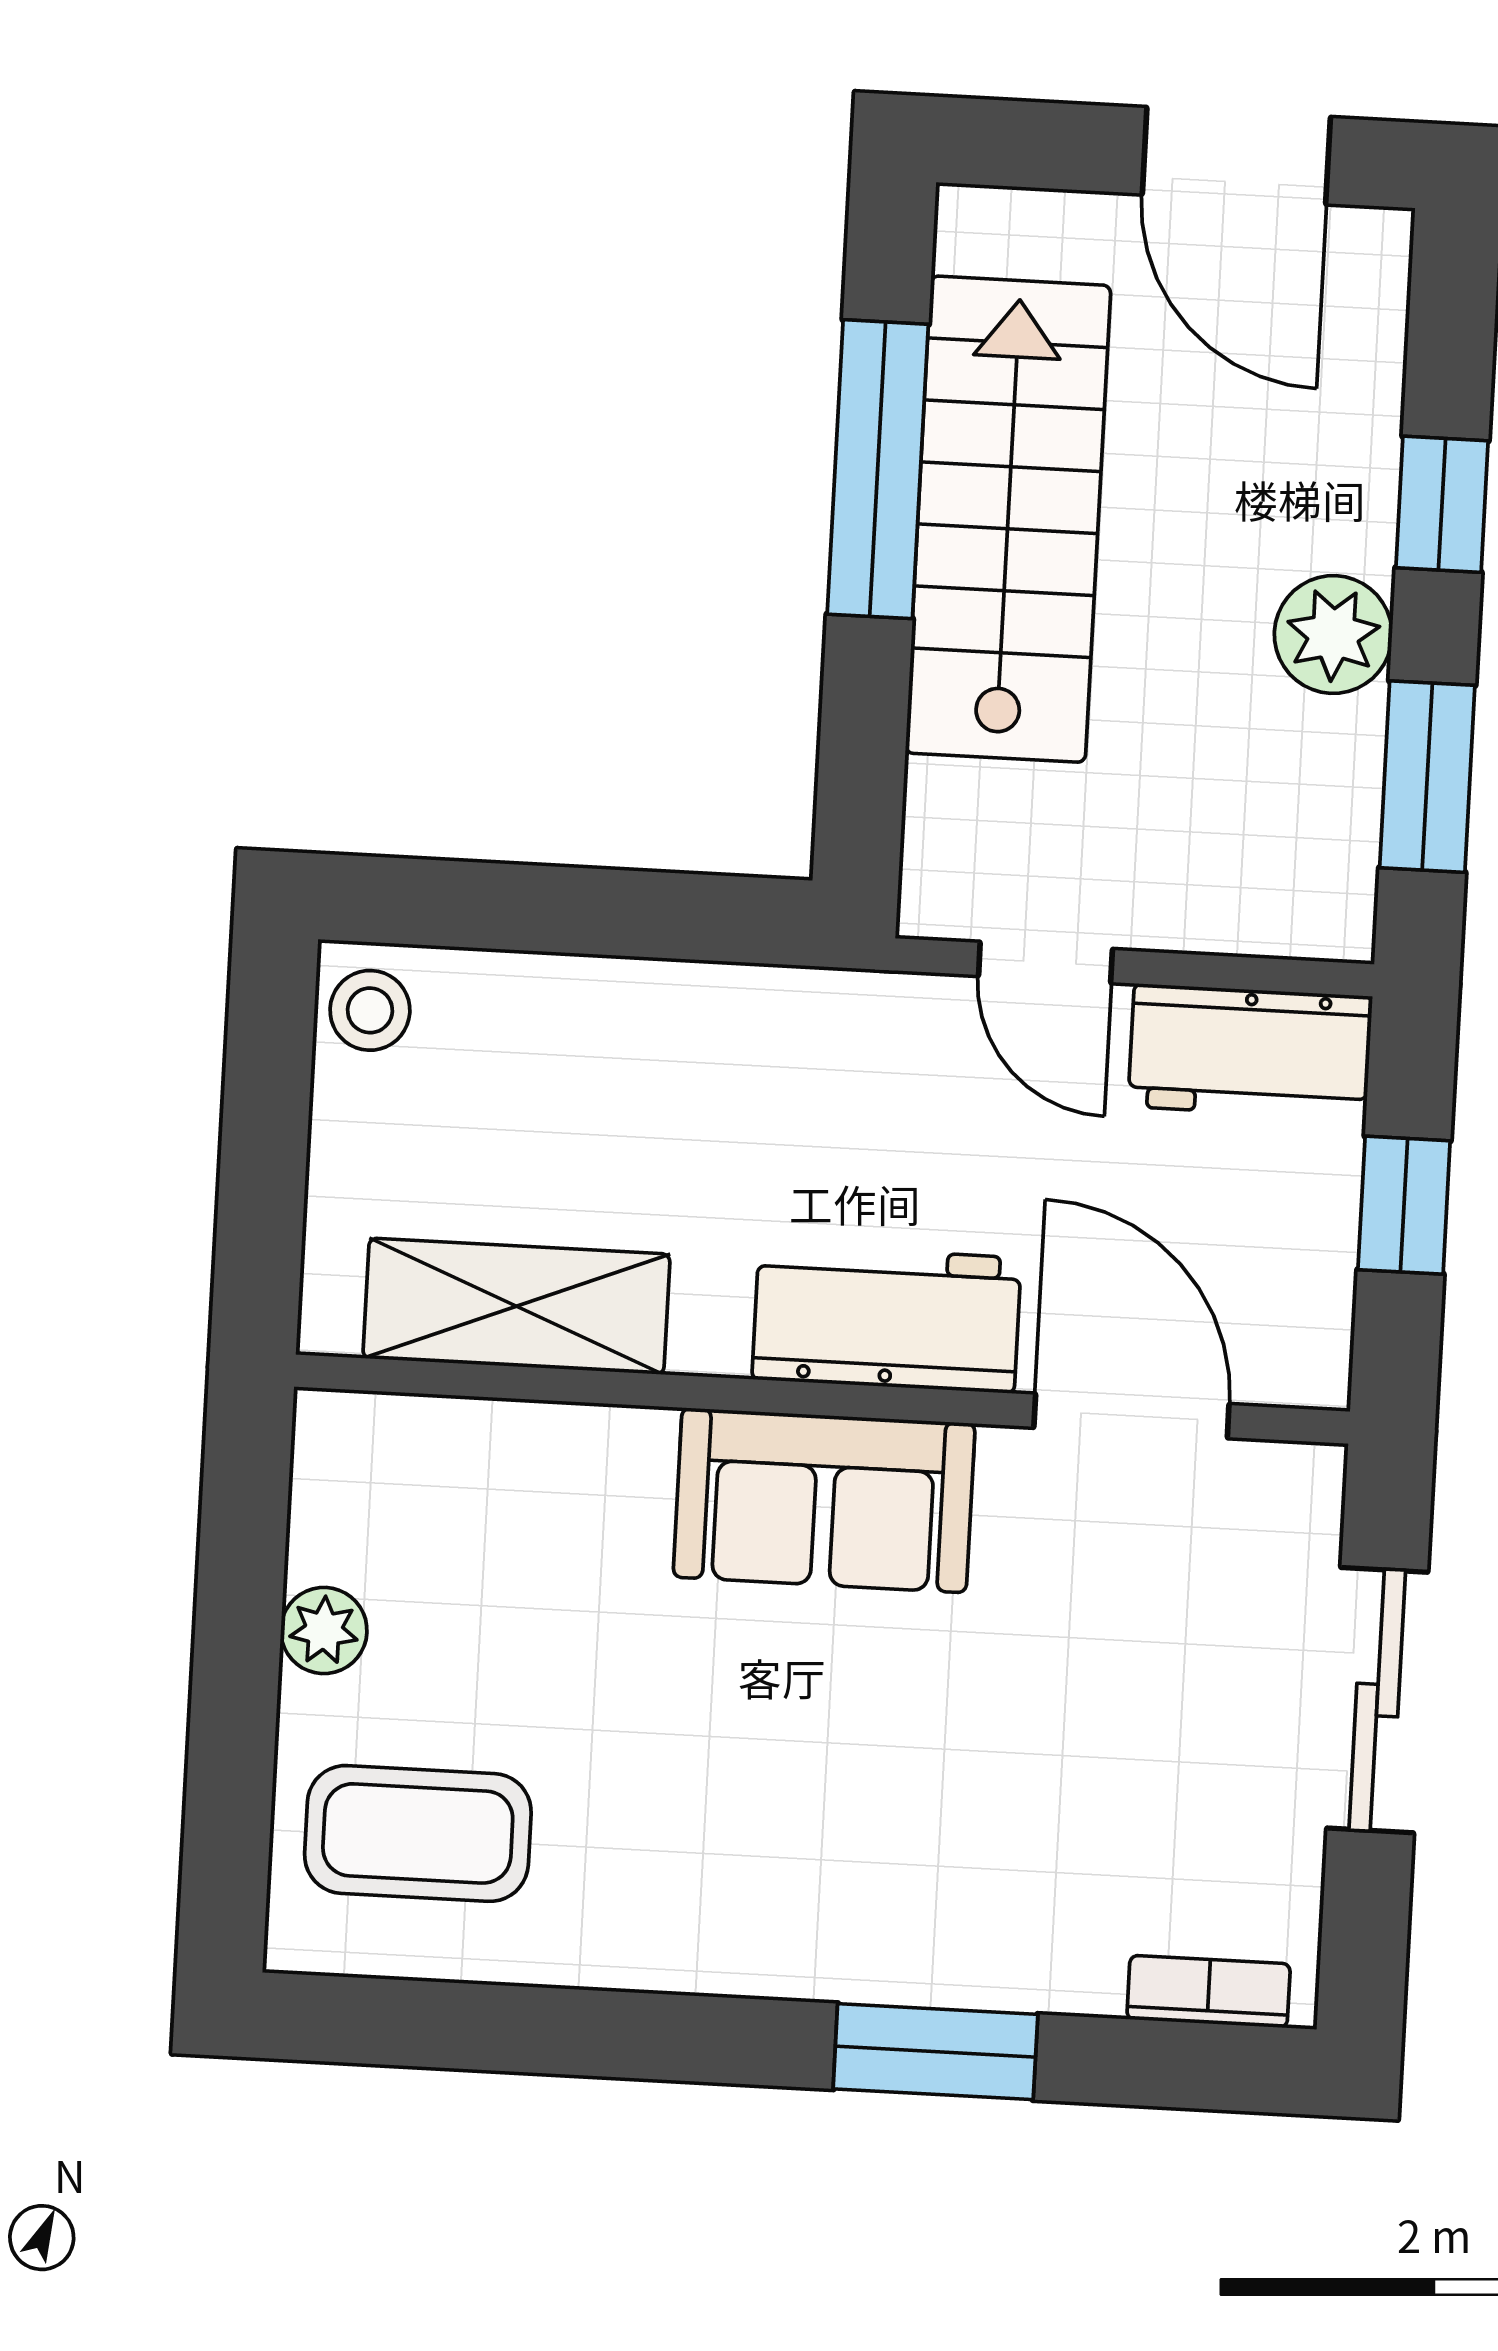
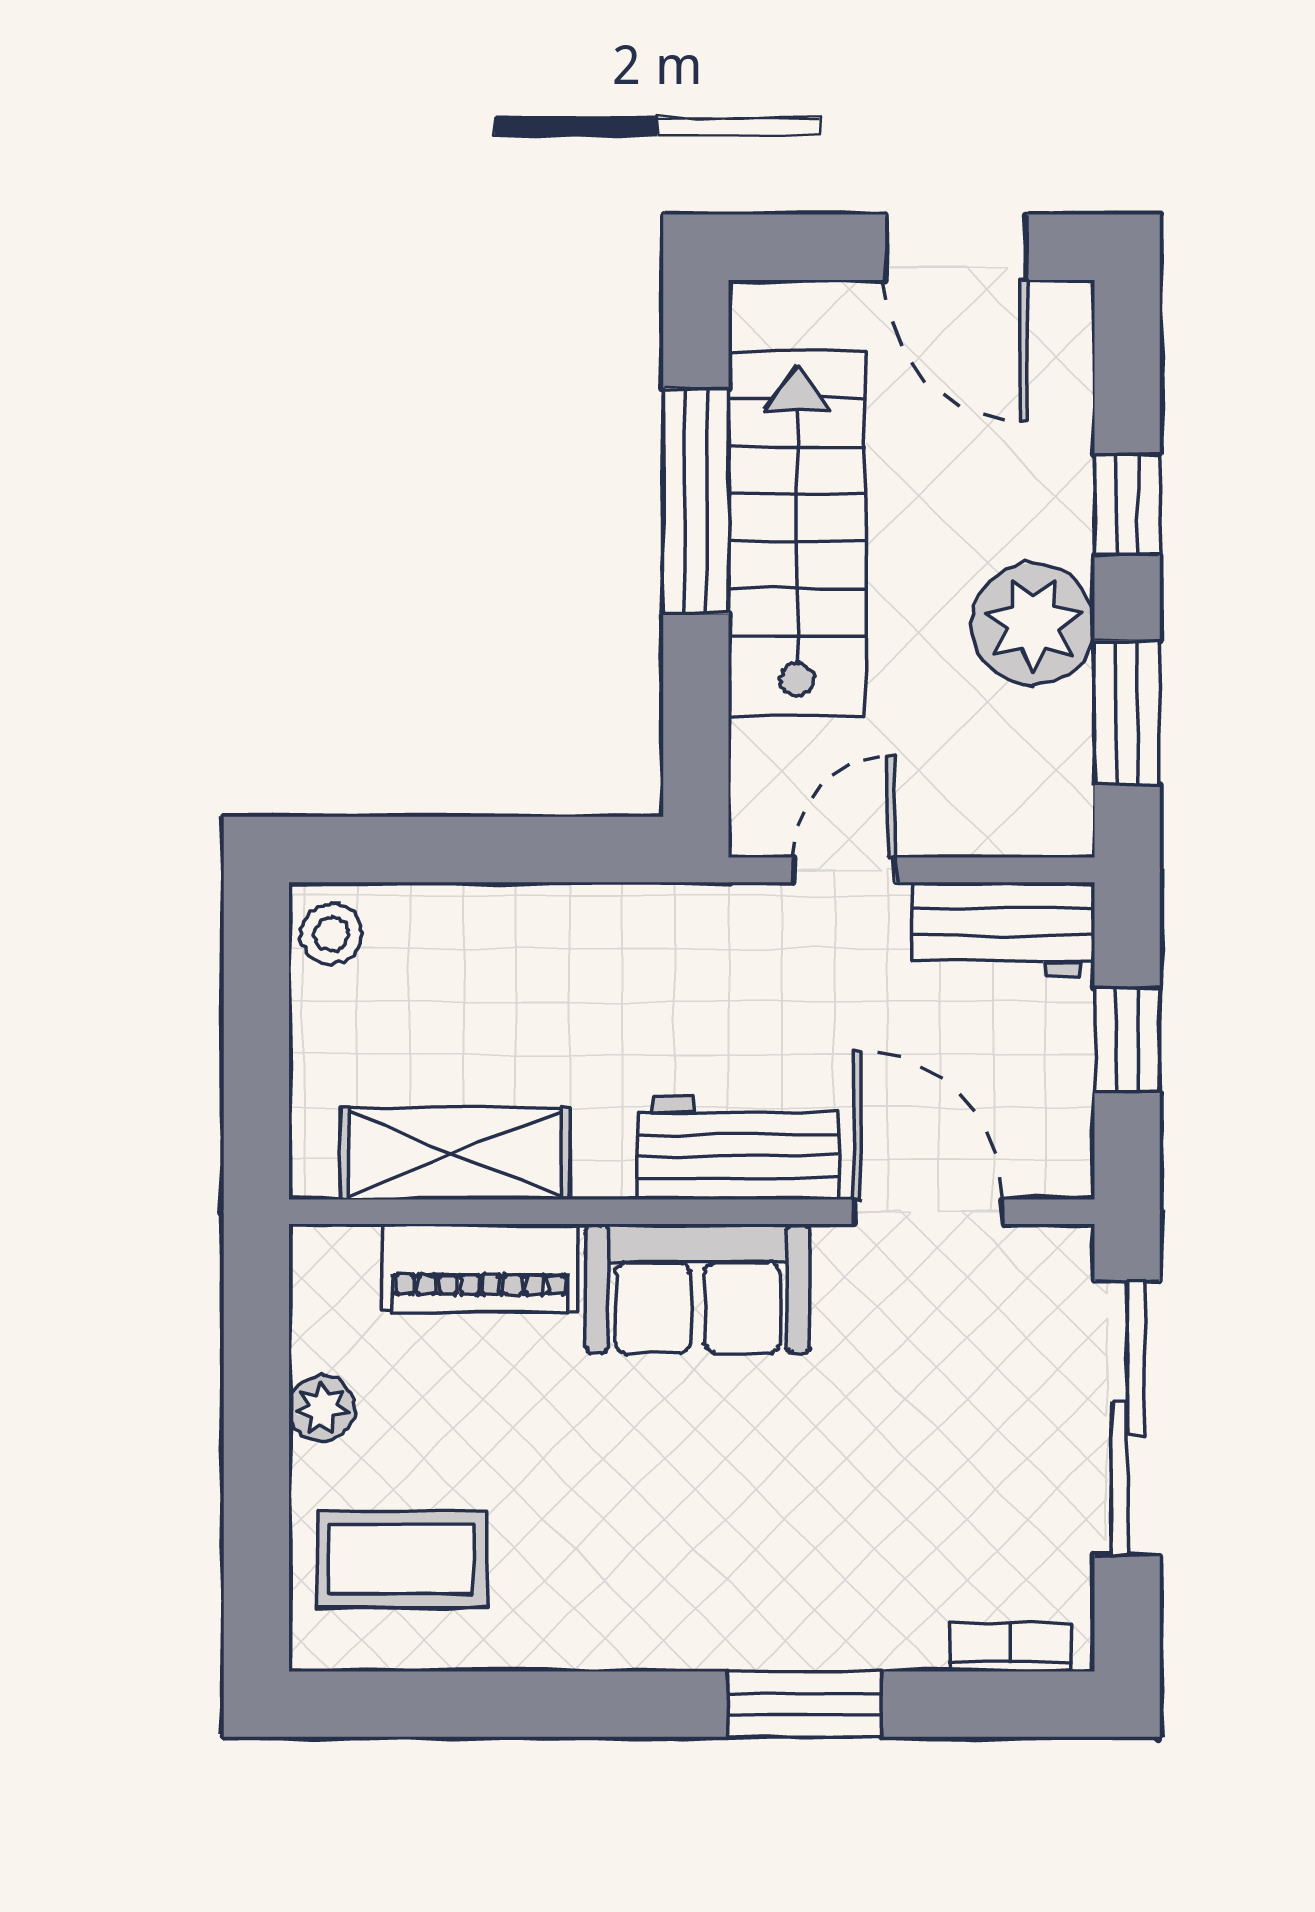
plant: (1333, 634) -> (1033, 624), width x1.36, depth x1.36
door: (1045, 963) -> (844, 870), swing flipped
piano: (542, 1458) -> (480, 1268), added
sliding door: (1377, 1700) -> (1127, 1418), width x1.37

